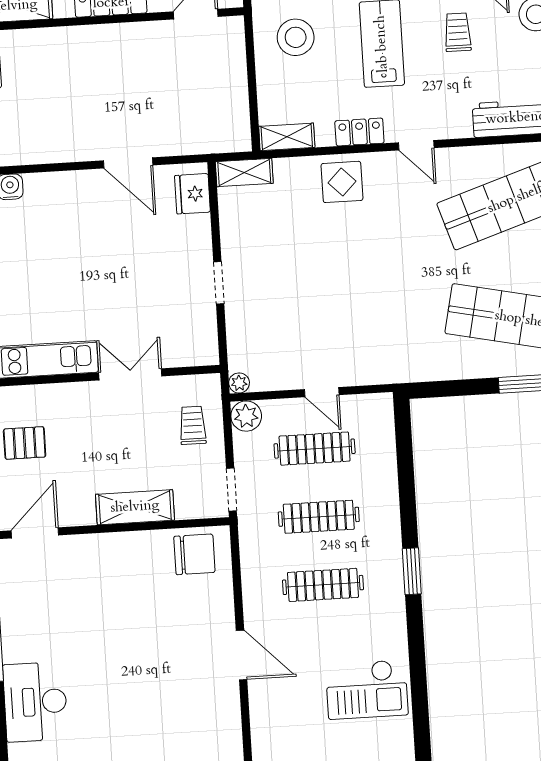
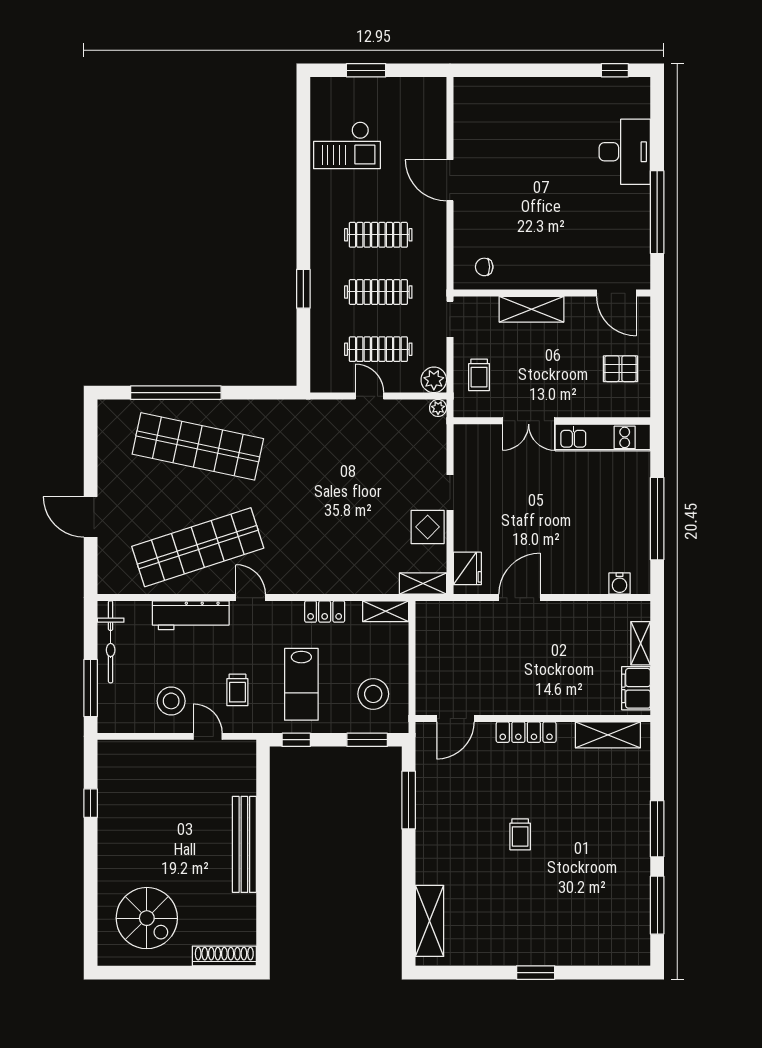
door: (416, 145) -> (251, 598), moved
door: (128, 163) -> (520, 598), hinge flipped
display table: (342, 182) -> (428, 527), moved
door: (35, 533) -> (616, 293), hinge flipped
chair: (194, 554) -> (484, 267), width x0.54, depth x0.54
window: (412, 571) -> (303, 289), moved
checkout: (367, 689) -> (347, 145), turned 180

